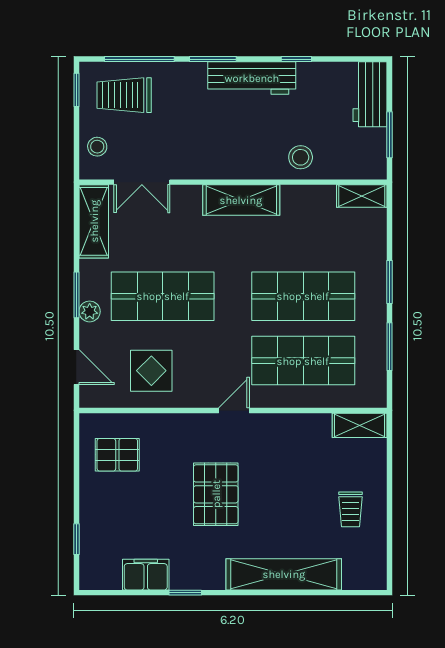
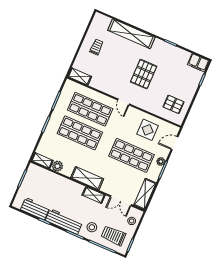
workbench: (370, 94) -> (35, 209), moved, turned -90
trolley: (124, 95) -> (113, 236), turned 180
stool: (301, 157) -> (92, 227), moved
shelving: (210, 168) -> (94, 195), added
double door: (142, 182) -> (121, 201), swing flipped
plant: (321, 198) -> (57, 166), added
door: (76, 367) -> (175, 143), hinge flipped
door: (234, 410) -> (124, 102), hinge flipped
filing cabinet: (146, 575) -> (198, 63), moved

